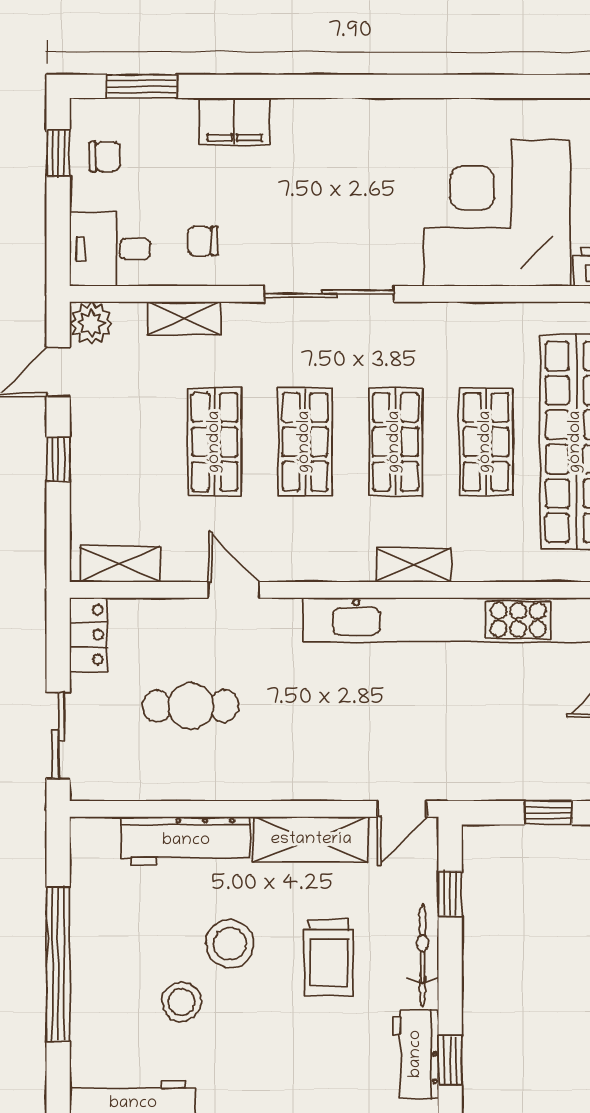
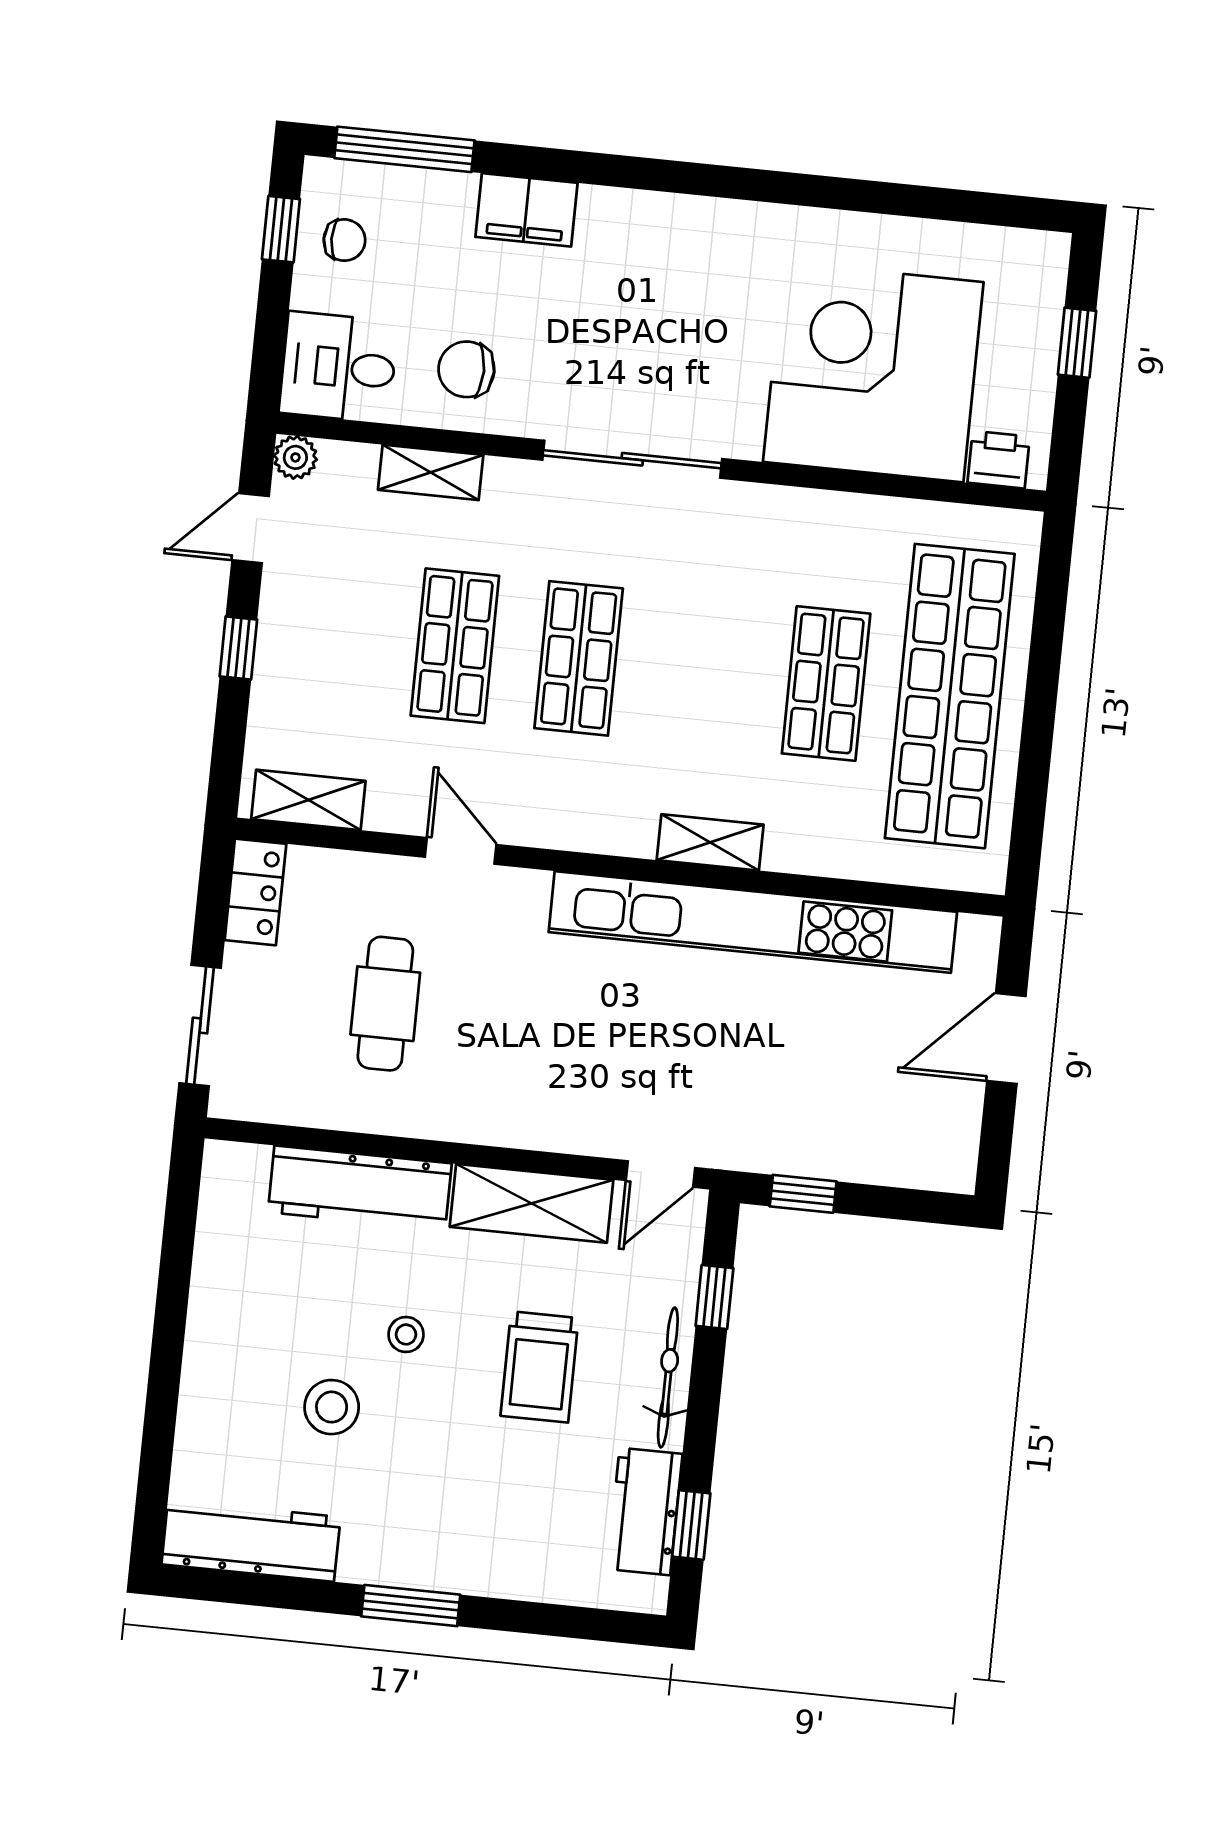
window: (142, 86) -> (404, 149), width x1.44
chair: (203, 241) -> (466, 369), width x1.37, depth x1.37
plant: (91, 323) -> (295, 457), width x0.73, depth x0.73
shop shelf: (395, 442) -> (702, 671), removed
cafe table: (191, 706) -> (385, 1004), turned 90
window: (548, 813) -> (803, 1194), moved
stool: (230, 944) -> (406, 1334), width x0.53, depth x0.53
window: (58, 964) -> (168, 1339), removed

